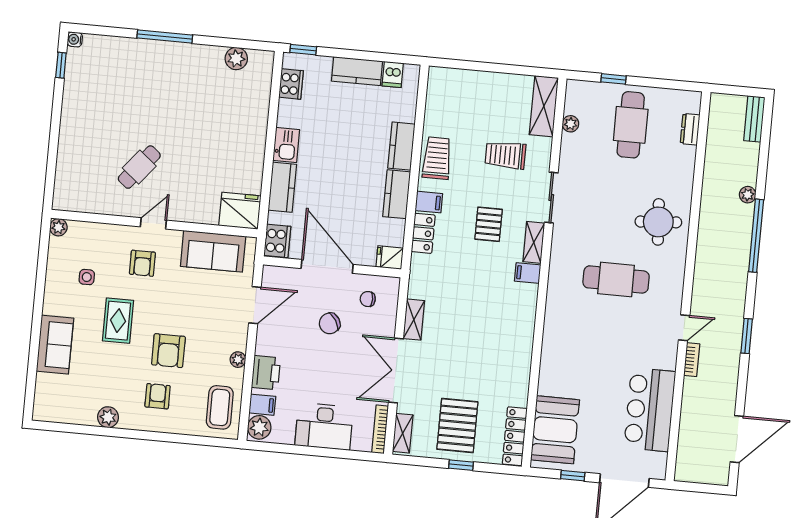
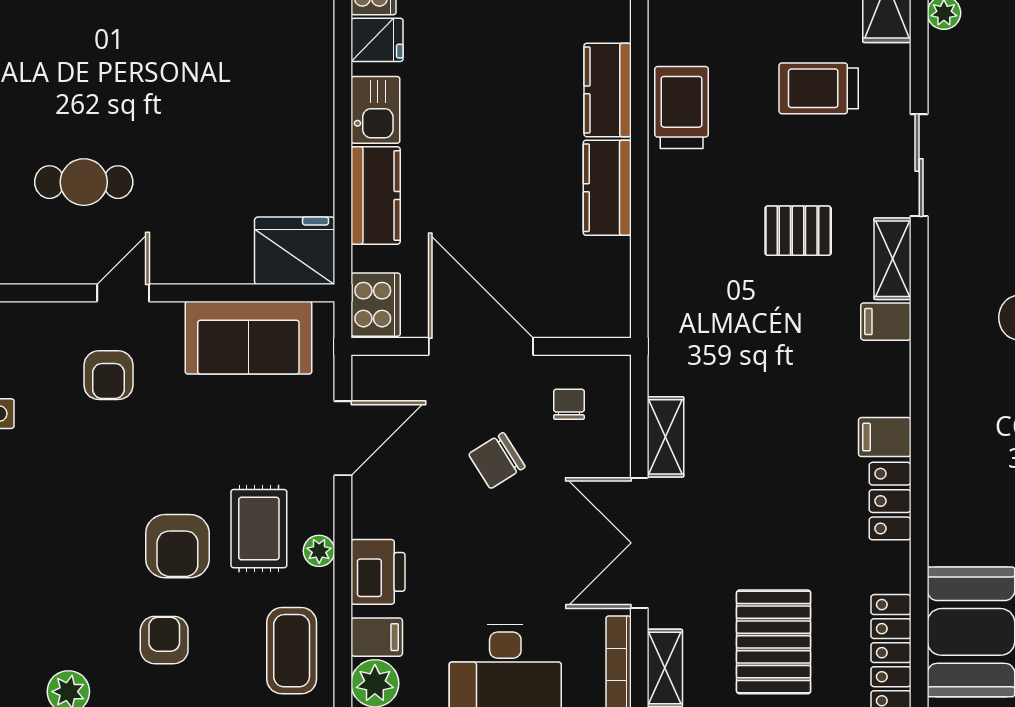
cafe table: (139, 167) -> (84, 182), turned 51
filing cabinet: (429, 202) -> (885, 437), moved, turned 180
pallet: (489, 224) -> (798, 231), turned 90
locker: (423, 233) -> (890, 501), moved, turned 180
fridge: (390, 257) -> (377, 40), moved, turned 180
chair: (368, 299) -> (569, 404), turned 90
rug: (118, 321) -> (259, 529), moved

